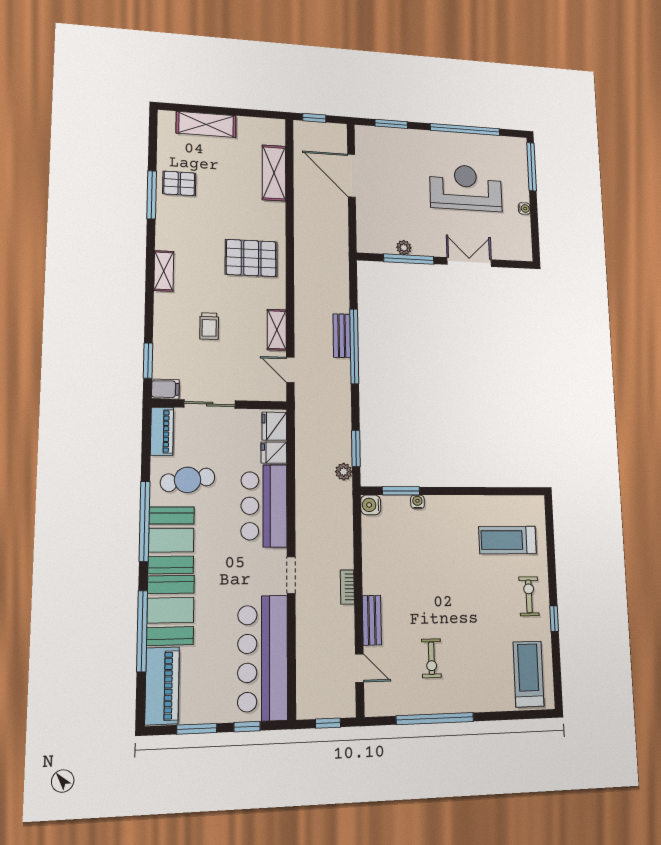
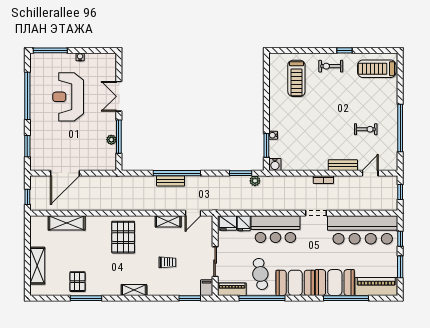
window: (144, 521) -> (262, 298), moved

